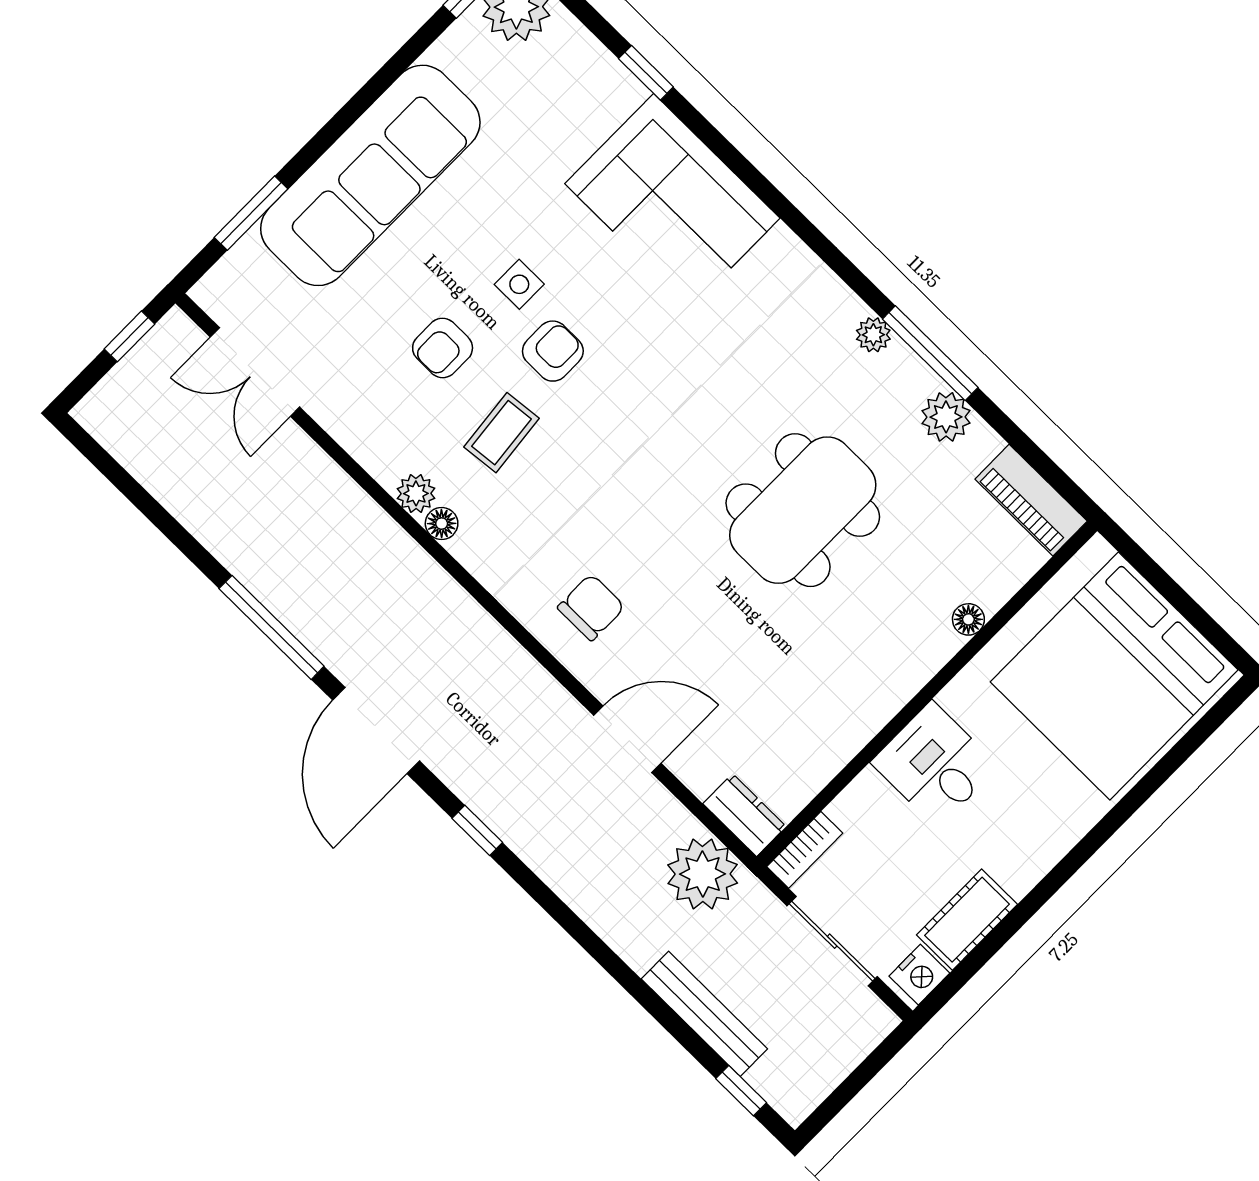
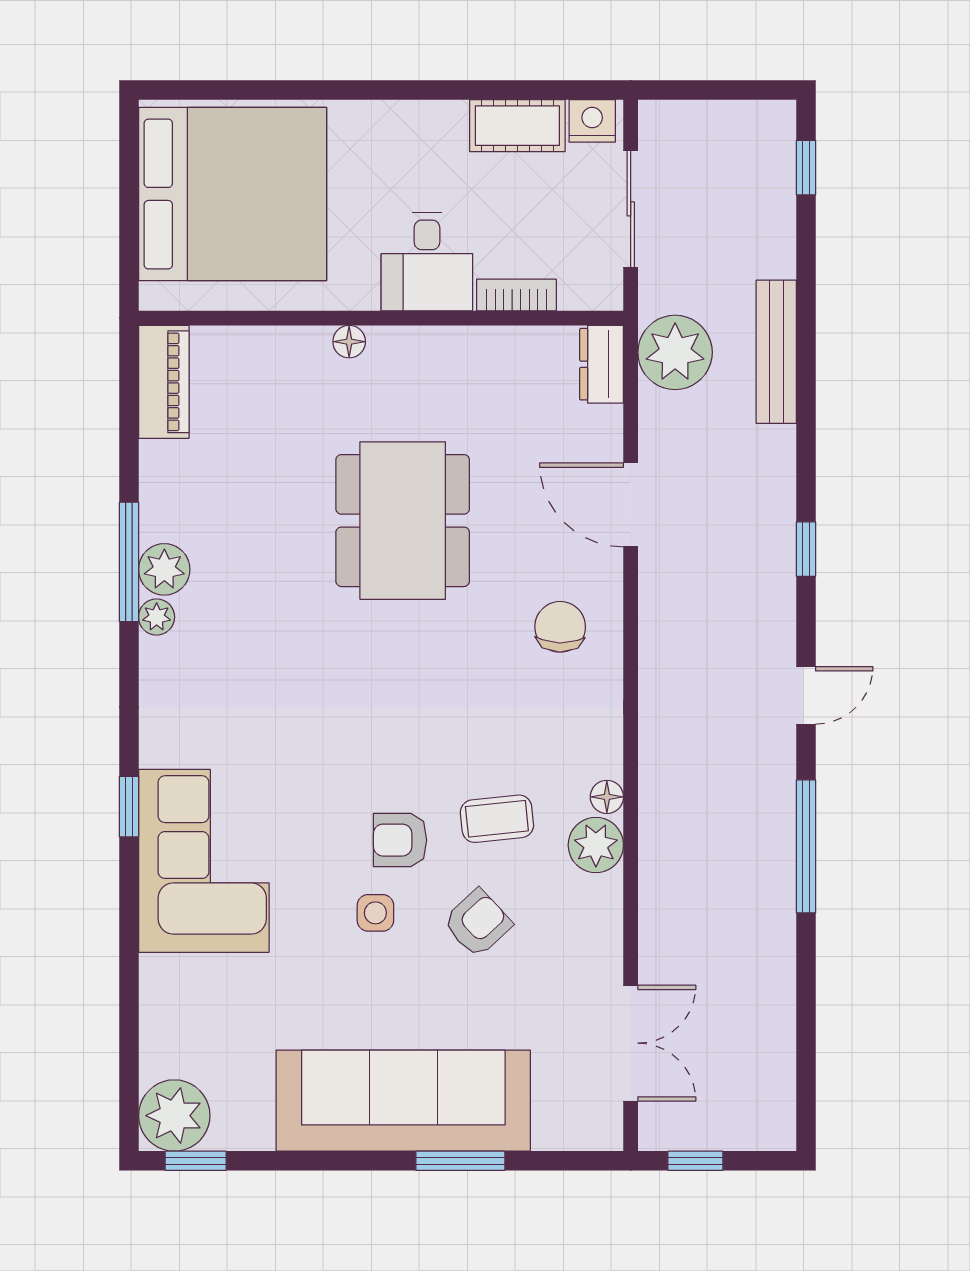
window: (646, 73) -> (129, 807), moved
window: (251, 213) -> (460, 1161), moved
armchair: (443, 348) -> (478, 923), turned -43
plant: (946, 417) -> (164, 569), moved
plant: (416, 493) -> (596, 845), width x1.38, depth x1.38
dining table: (803, 510) -> (403, 521), moved, turned 90
chair: (591, 607) -> (560, 627), turned 91
floor lamp: (968, 619) -> (349, 342), moved
door: (376, 731) -> (806, 695), width x0.53
bookcase: (805, 850) -> (516, 295), moved
bench: (704, 1014) -> (776, 352), moved

